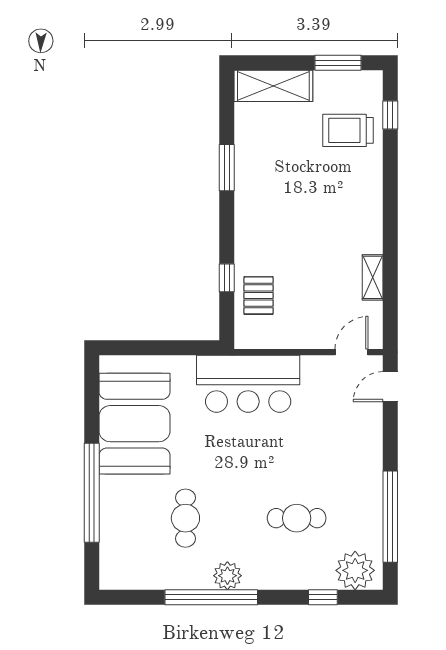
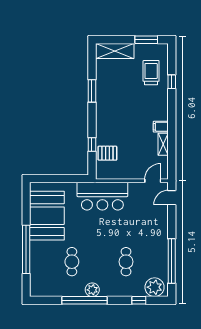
window: (390, 115) -> (172, 82), moved
trolley: (348, 130) -> (151, 73), turned 90
filing cabinet: (368, 241) -> (161, 127), added
pallet: (259, 295) -> (107, 153), turned 90
cafe table: (297, 518) -> (126, 262), turned 90

